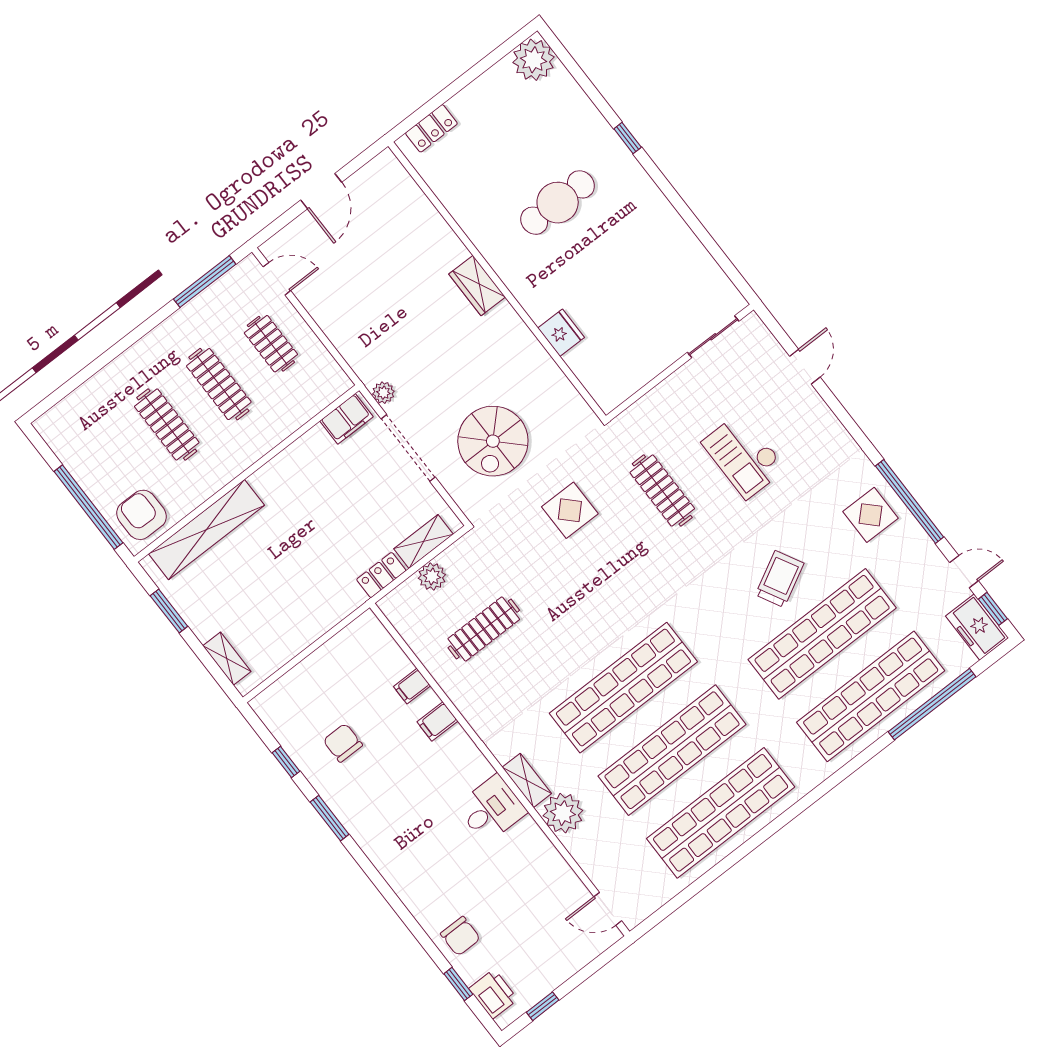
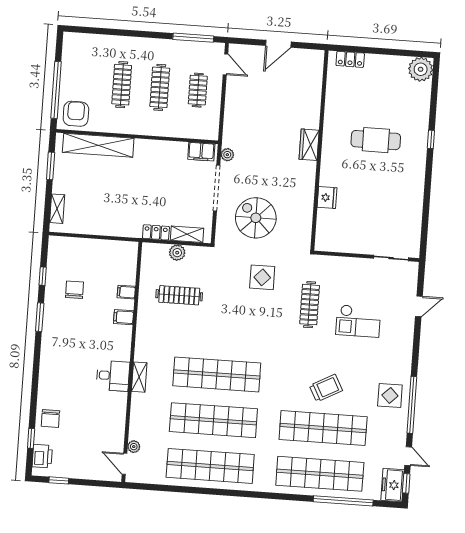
spiral stairs: (493, 441) -> (256, 218), turned 90
checkout: (744, 456) -> (358, 321), turned -90
plant: (563, 813) -> (134, 447), moved, width x0.53, depth x0.53

